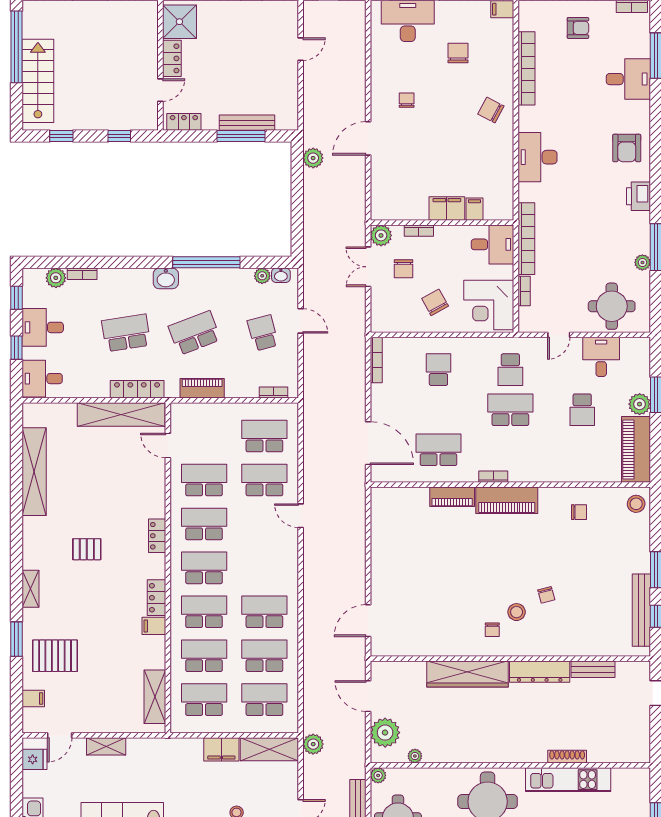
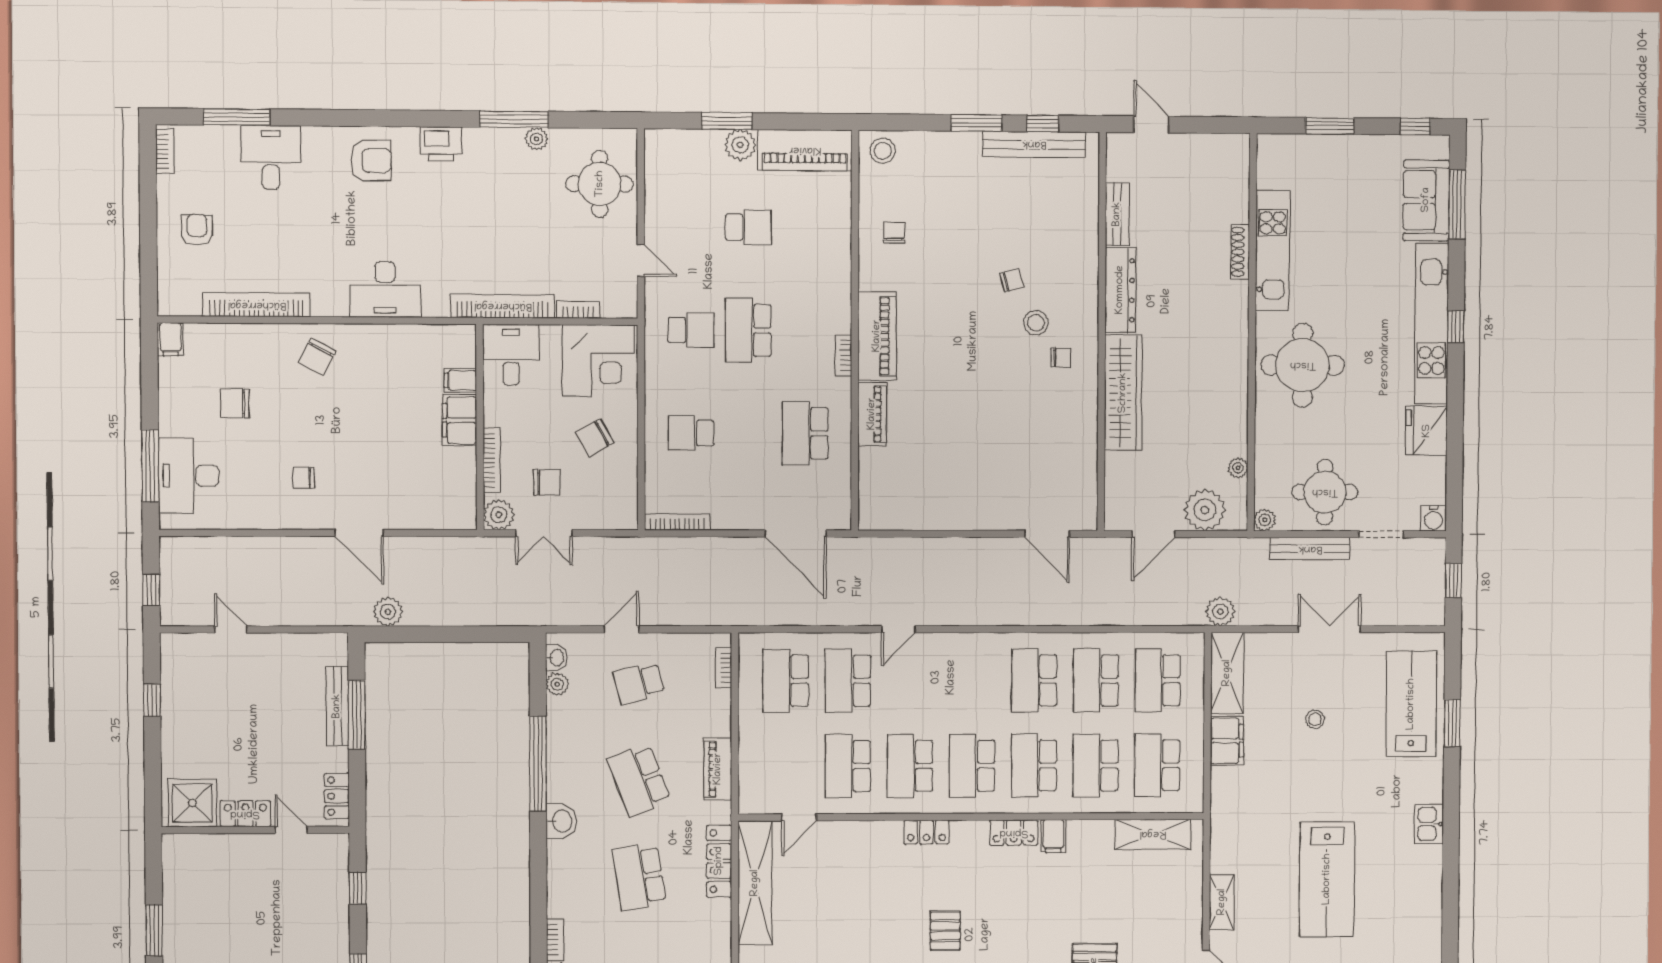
bookcase: (419, 231) -> (492, 460), width x1.56
desk: (601, 357) -> (672, 199), removed
door: (368, 443) -> (796, 534), swing flipped

